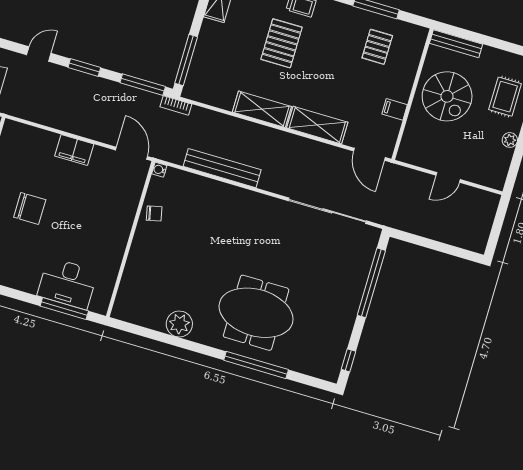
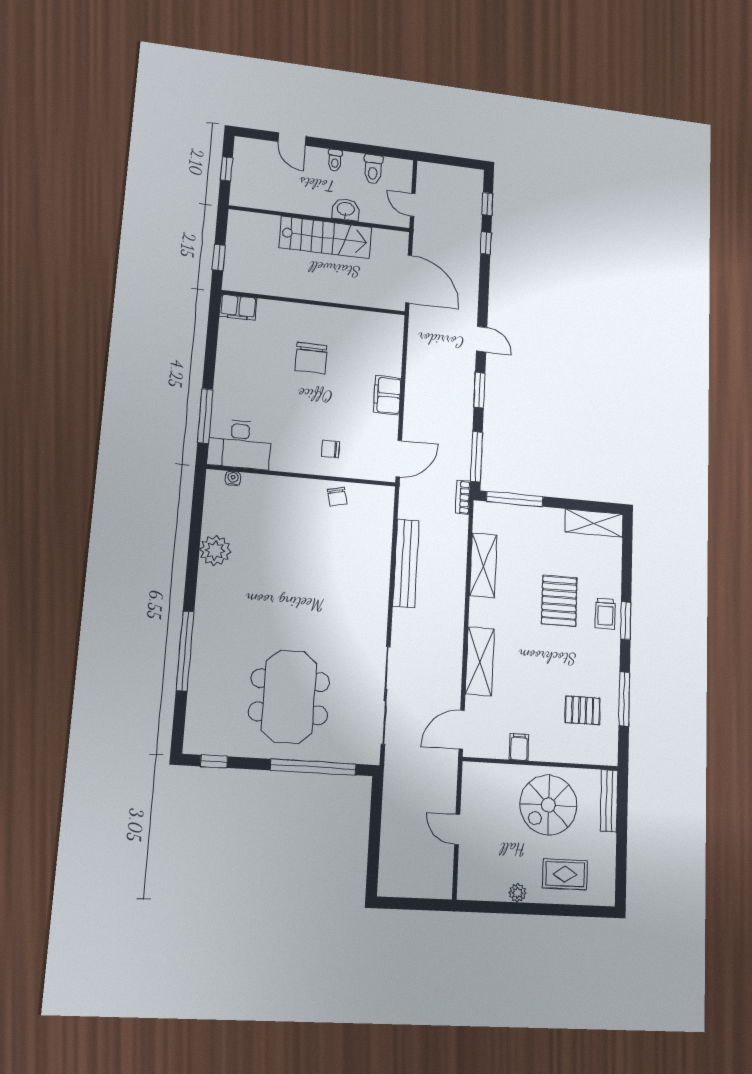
pallet: (282, 43) -> (559, 601), turned 90
shelving: (262, 109) -> (483, 565), moved
water cooler: (159, 170) -> (233, 478), moved
chair: (112, 210) -> (330, 449), added
desk: (67, 283) -> (239, 444), moved, turned -90
meeting table: (256, 313) -> (289, 697), moved

